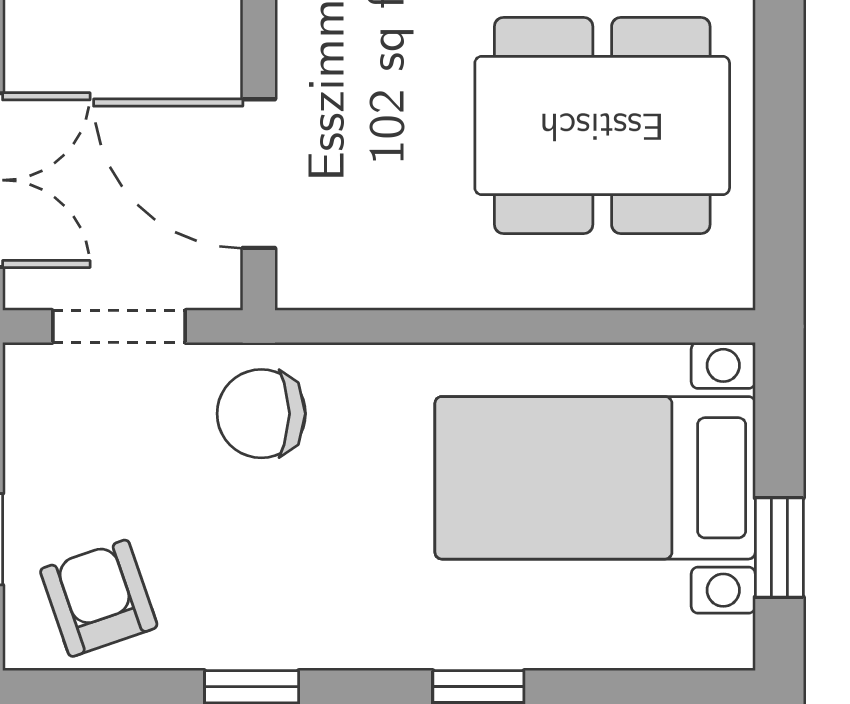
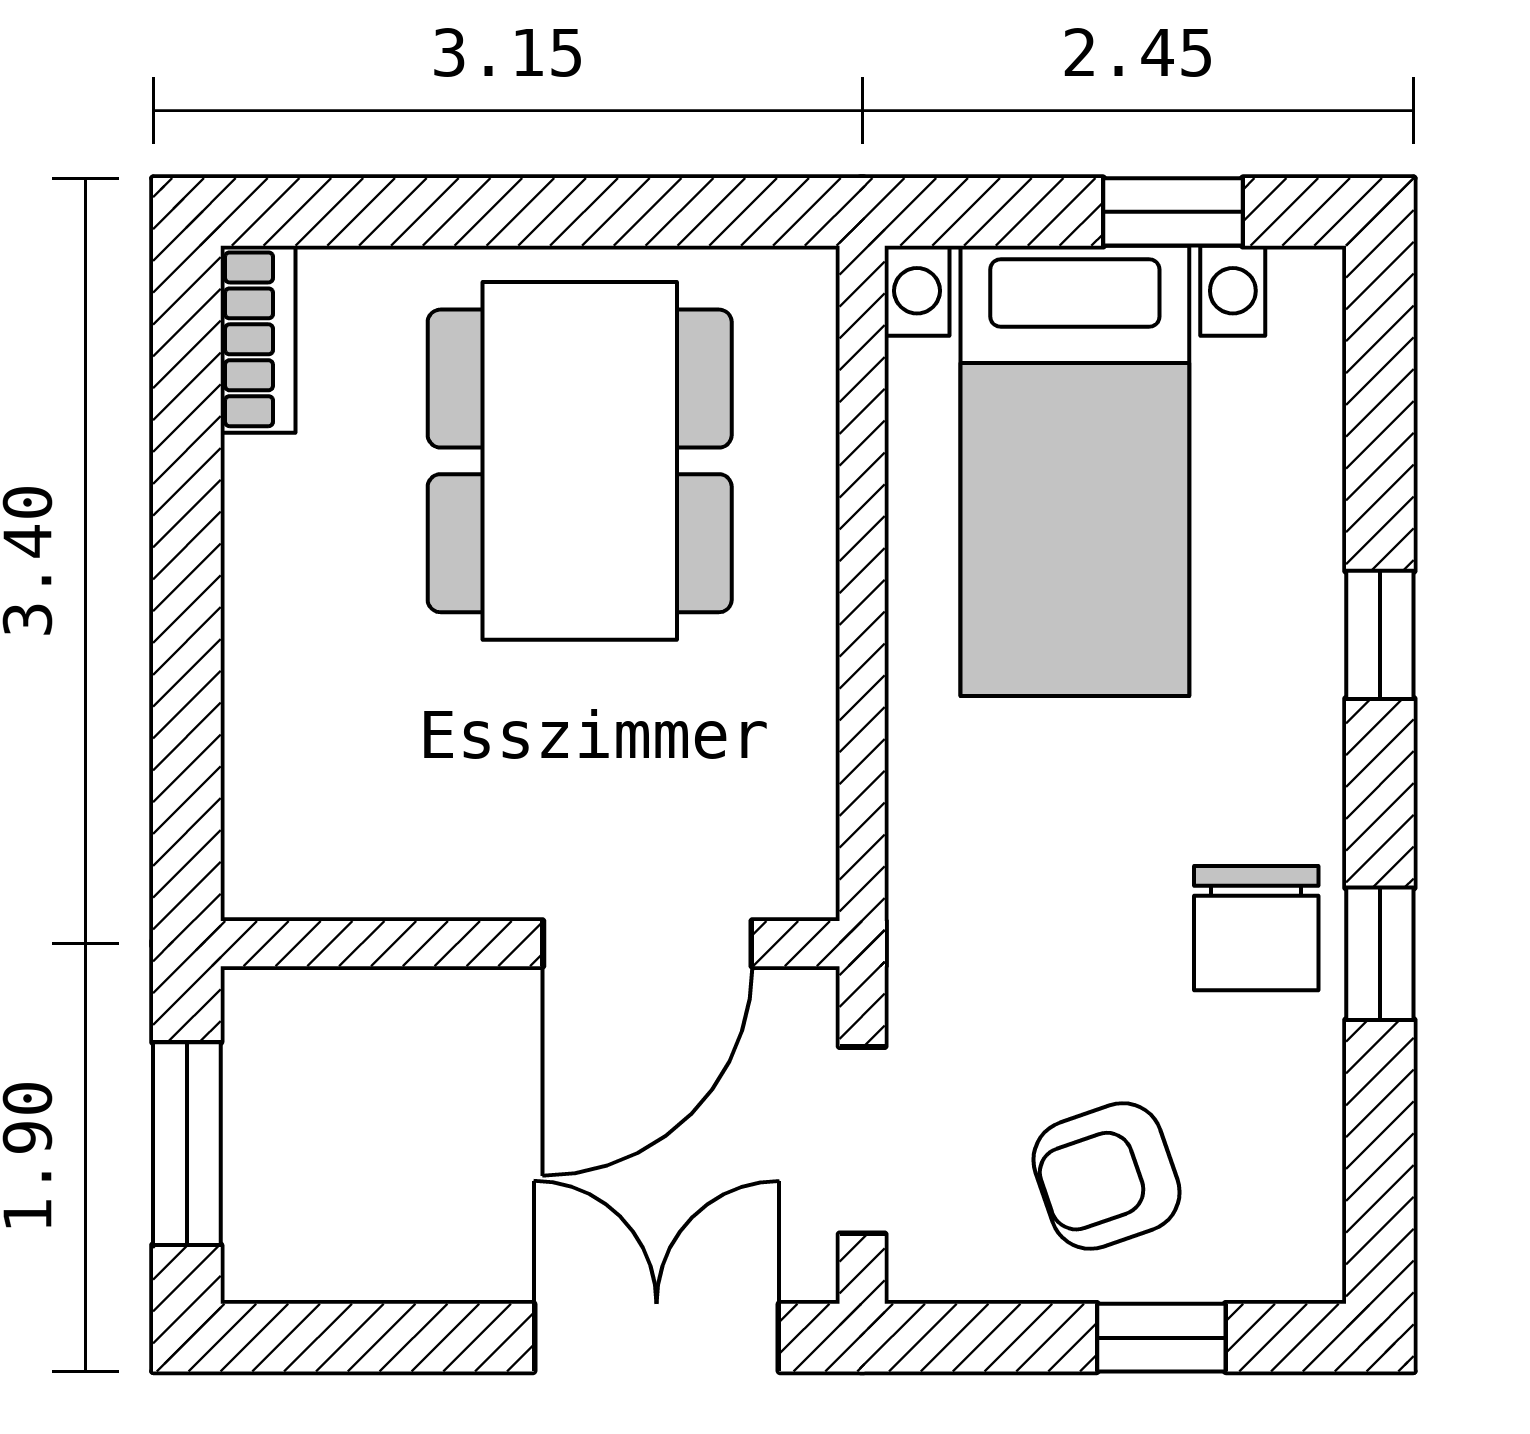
chair: (261, 414) -> (1256, 928), moved
armchair: (99, 598) -> (1107, 1176), moved

